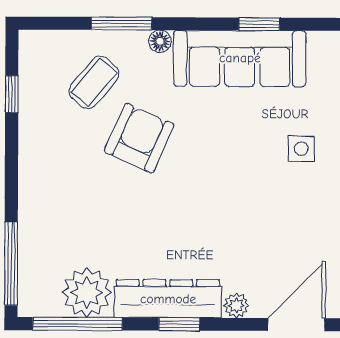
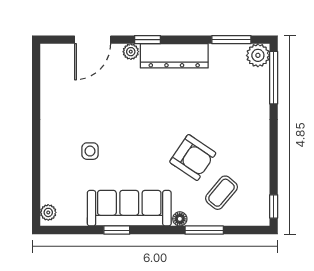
window: (12, 94) -> (274, 206), moved
armchair: (139, 138) -> (193, 157), turned -80
plant: (87, 292) -> (258, 55), moved, width x0.73, depth x0.73
window: (78, 324) -> (231, 40), width x0.69
window: (179, 324) -> (147, 40), moved

